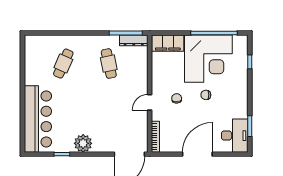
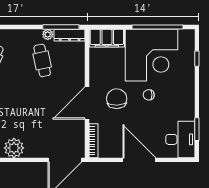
plant: (114, 40) -> (48, 34), added
chair: (177, 98) -> (117, 99), width x1.87, depth x1.87
door: (150, 102) -> (87, 103), width x1.87
door: (197, 154) -> (139, 160), hinge flipped

